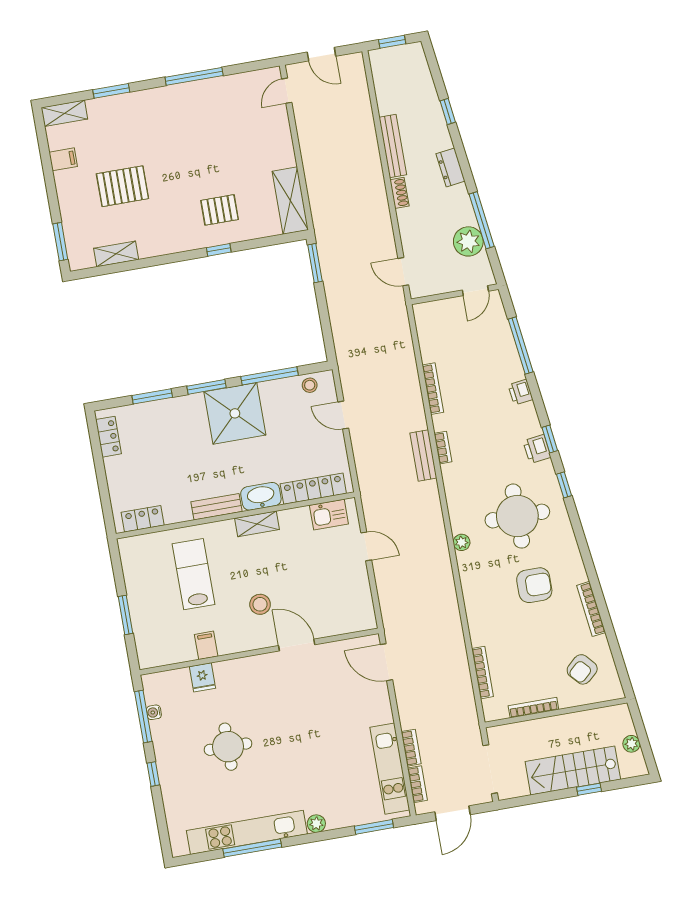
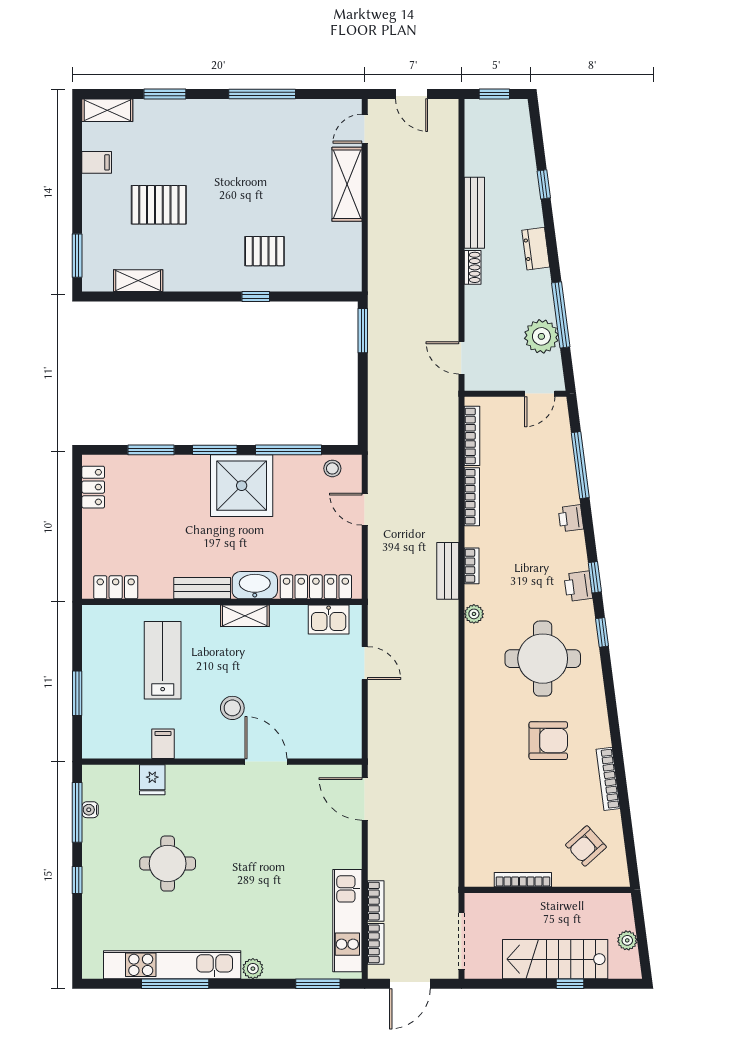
shelving: (290, 201) -> (347, 184), moved
plant: (462, 542) -> (474, 614), moved
bookcase: (483, 673) -> (472, 436), moved

